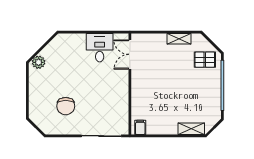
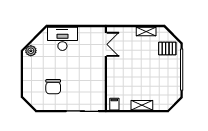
desk: (100, 48) -> (62, 39), moved, width x1.37
double door: (130, 54) -> (106, 44), swing flipped
shelving: (191, 129) -> (142, 105), moved

